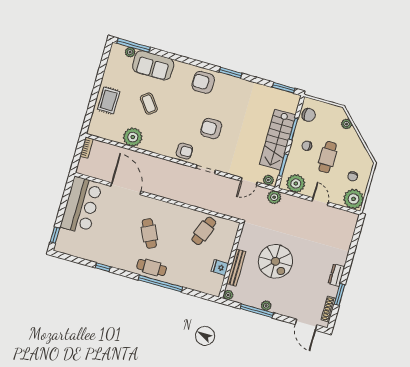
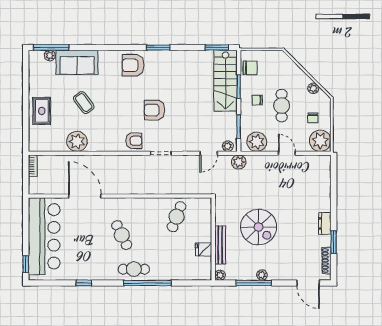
plant: (346, 124) -> (313, 88), moved
stairs: (278, 140) -> (226, 81), moved
bar counter: (81, 205) -> (44, 236), width x1.36

